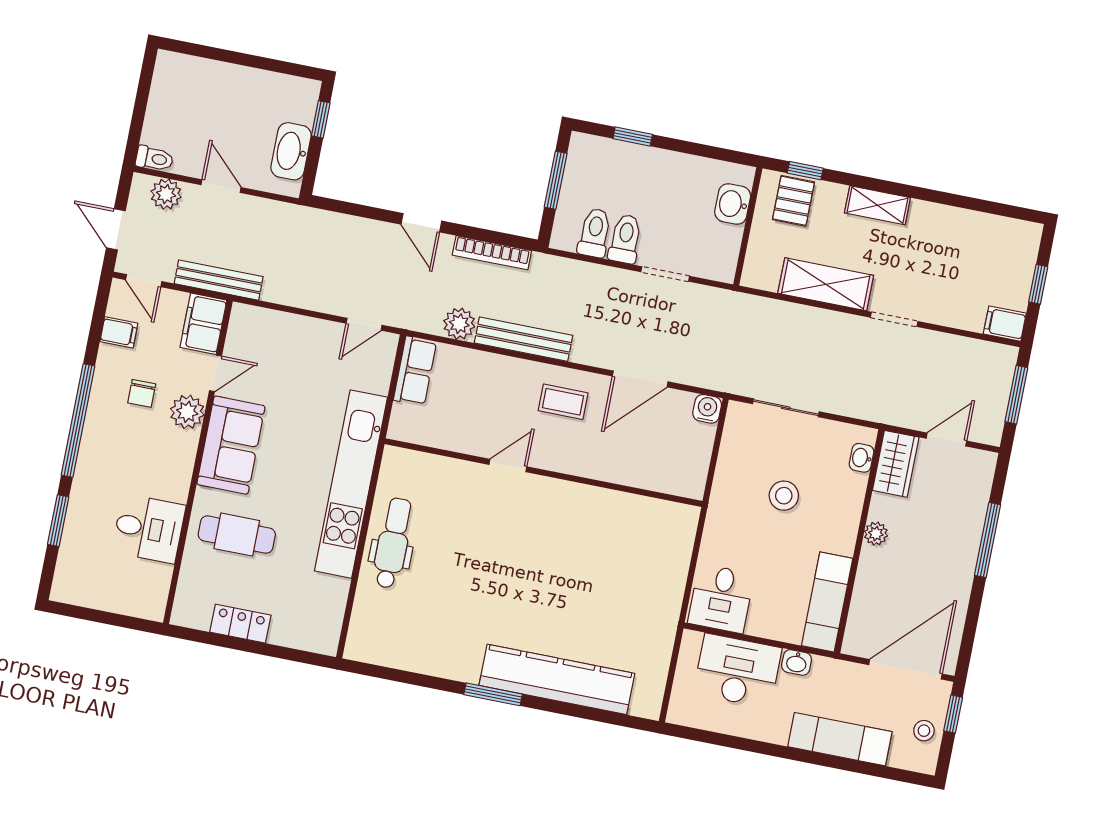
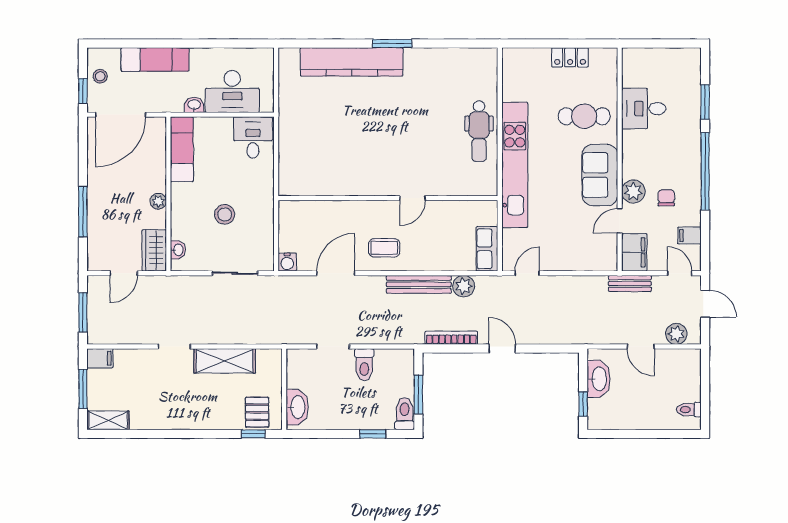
toilet: (154, 159) -> (689, 410), moved
washbasin: (733, 204) -> (297, 407), width x1.38
shelving: (877, 205) -> (108, 420), moved
toilet: (595, 233) -> (405, 414), moved, turned 180
bench: (219, 280) -> (630, 283), width x0.73
window: (1038, 284) -> (83, 389), width x1.50

